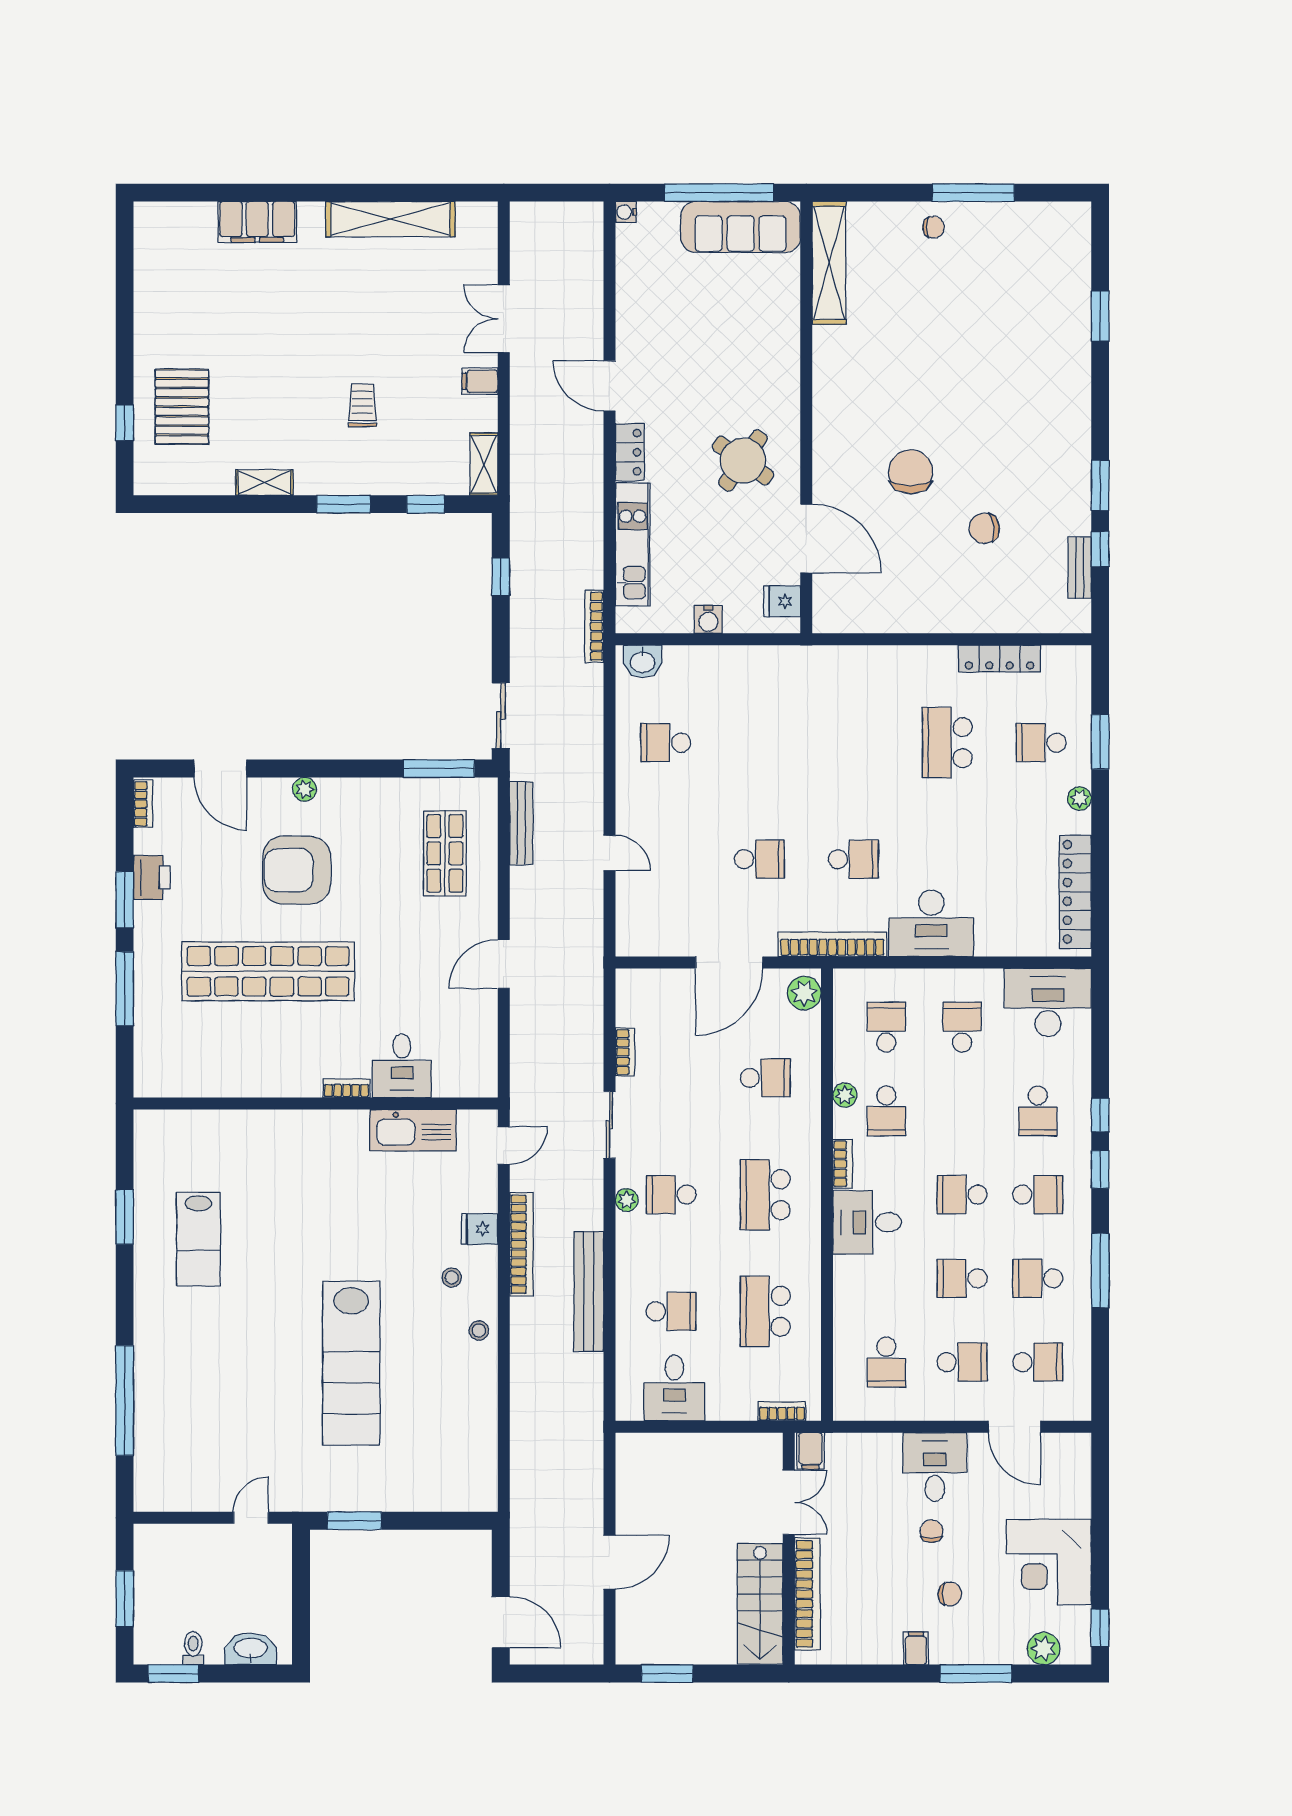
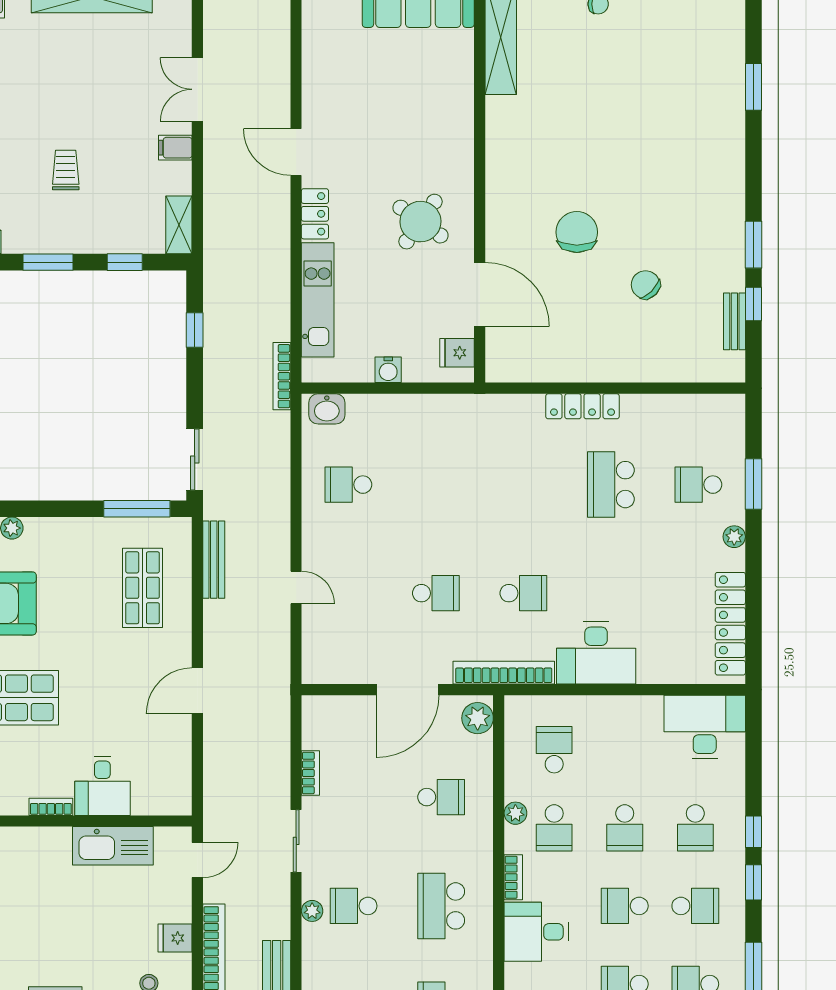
chair: (984, 528) -> (646, 285), turned 53
locker: (999, 659) -> (583, 406), moved
school desk: (962, 1027) -> (625, 828), moved, turned 180

